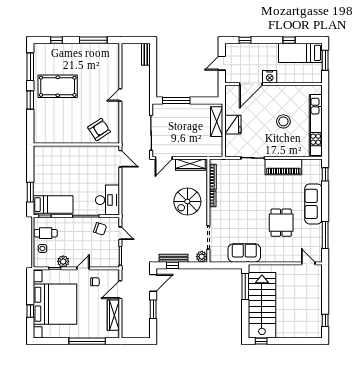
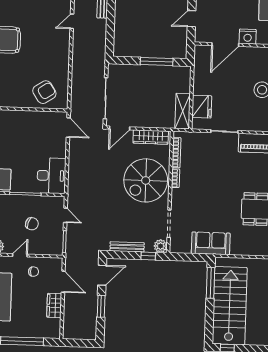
door: (120, 95) -> (72, 21), moved
window: (176, 100) -> (157, 62), moved
shelving: (217, 122) -> (183, 111), moved
fridge: (233, 125) -> (202, 107), moved
spiral stairs: (187, 201) -> (146, 180), width x1.37, depth x1.37
chair: (100, 229) -> (32, 224), moved
window: (172, 265) -> (148, 256), moved
door: (120, 290) -> (63, 282), swing flipped
wardrobe: (113, 315) -> (54, 305), width x0.67

